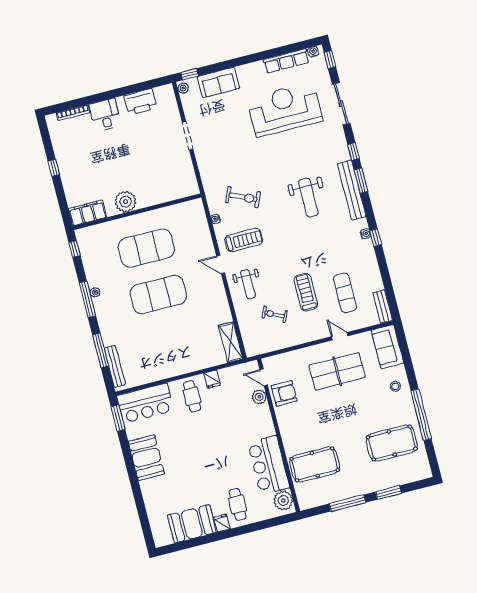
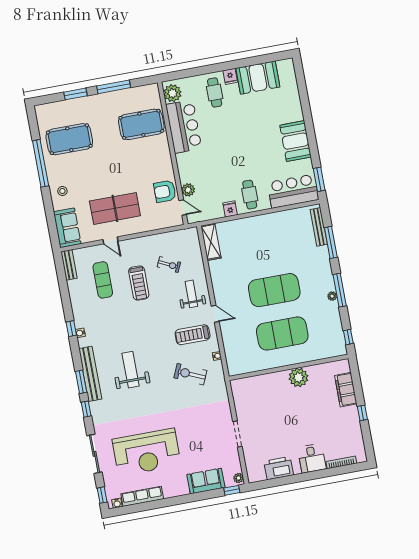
filing cabinet: (88, 213) -> (346, 390), moved, turned 90

